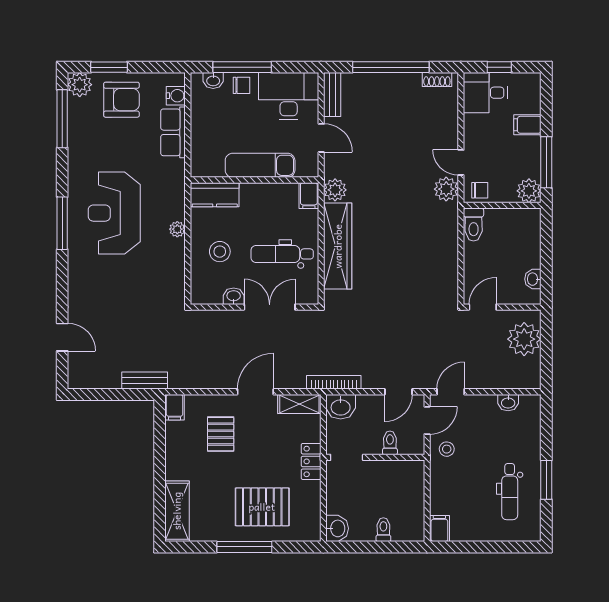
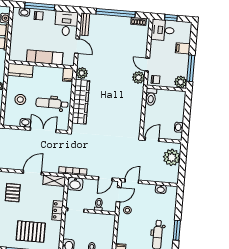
desk: (289, 96) -> (66, 24), width x0.73

